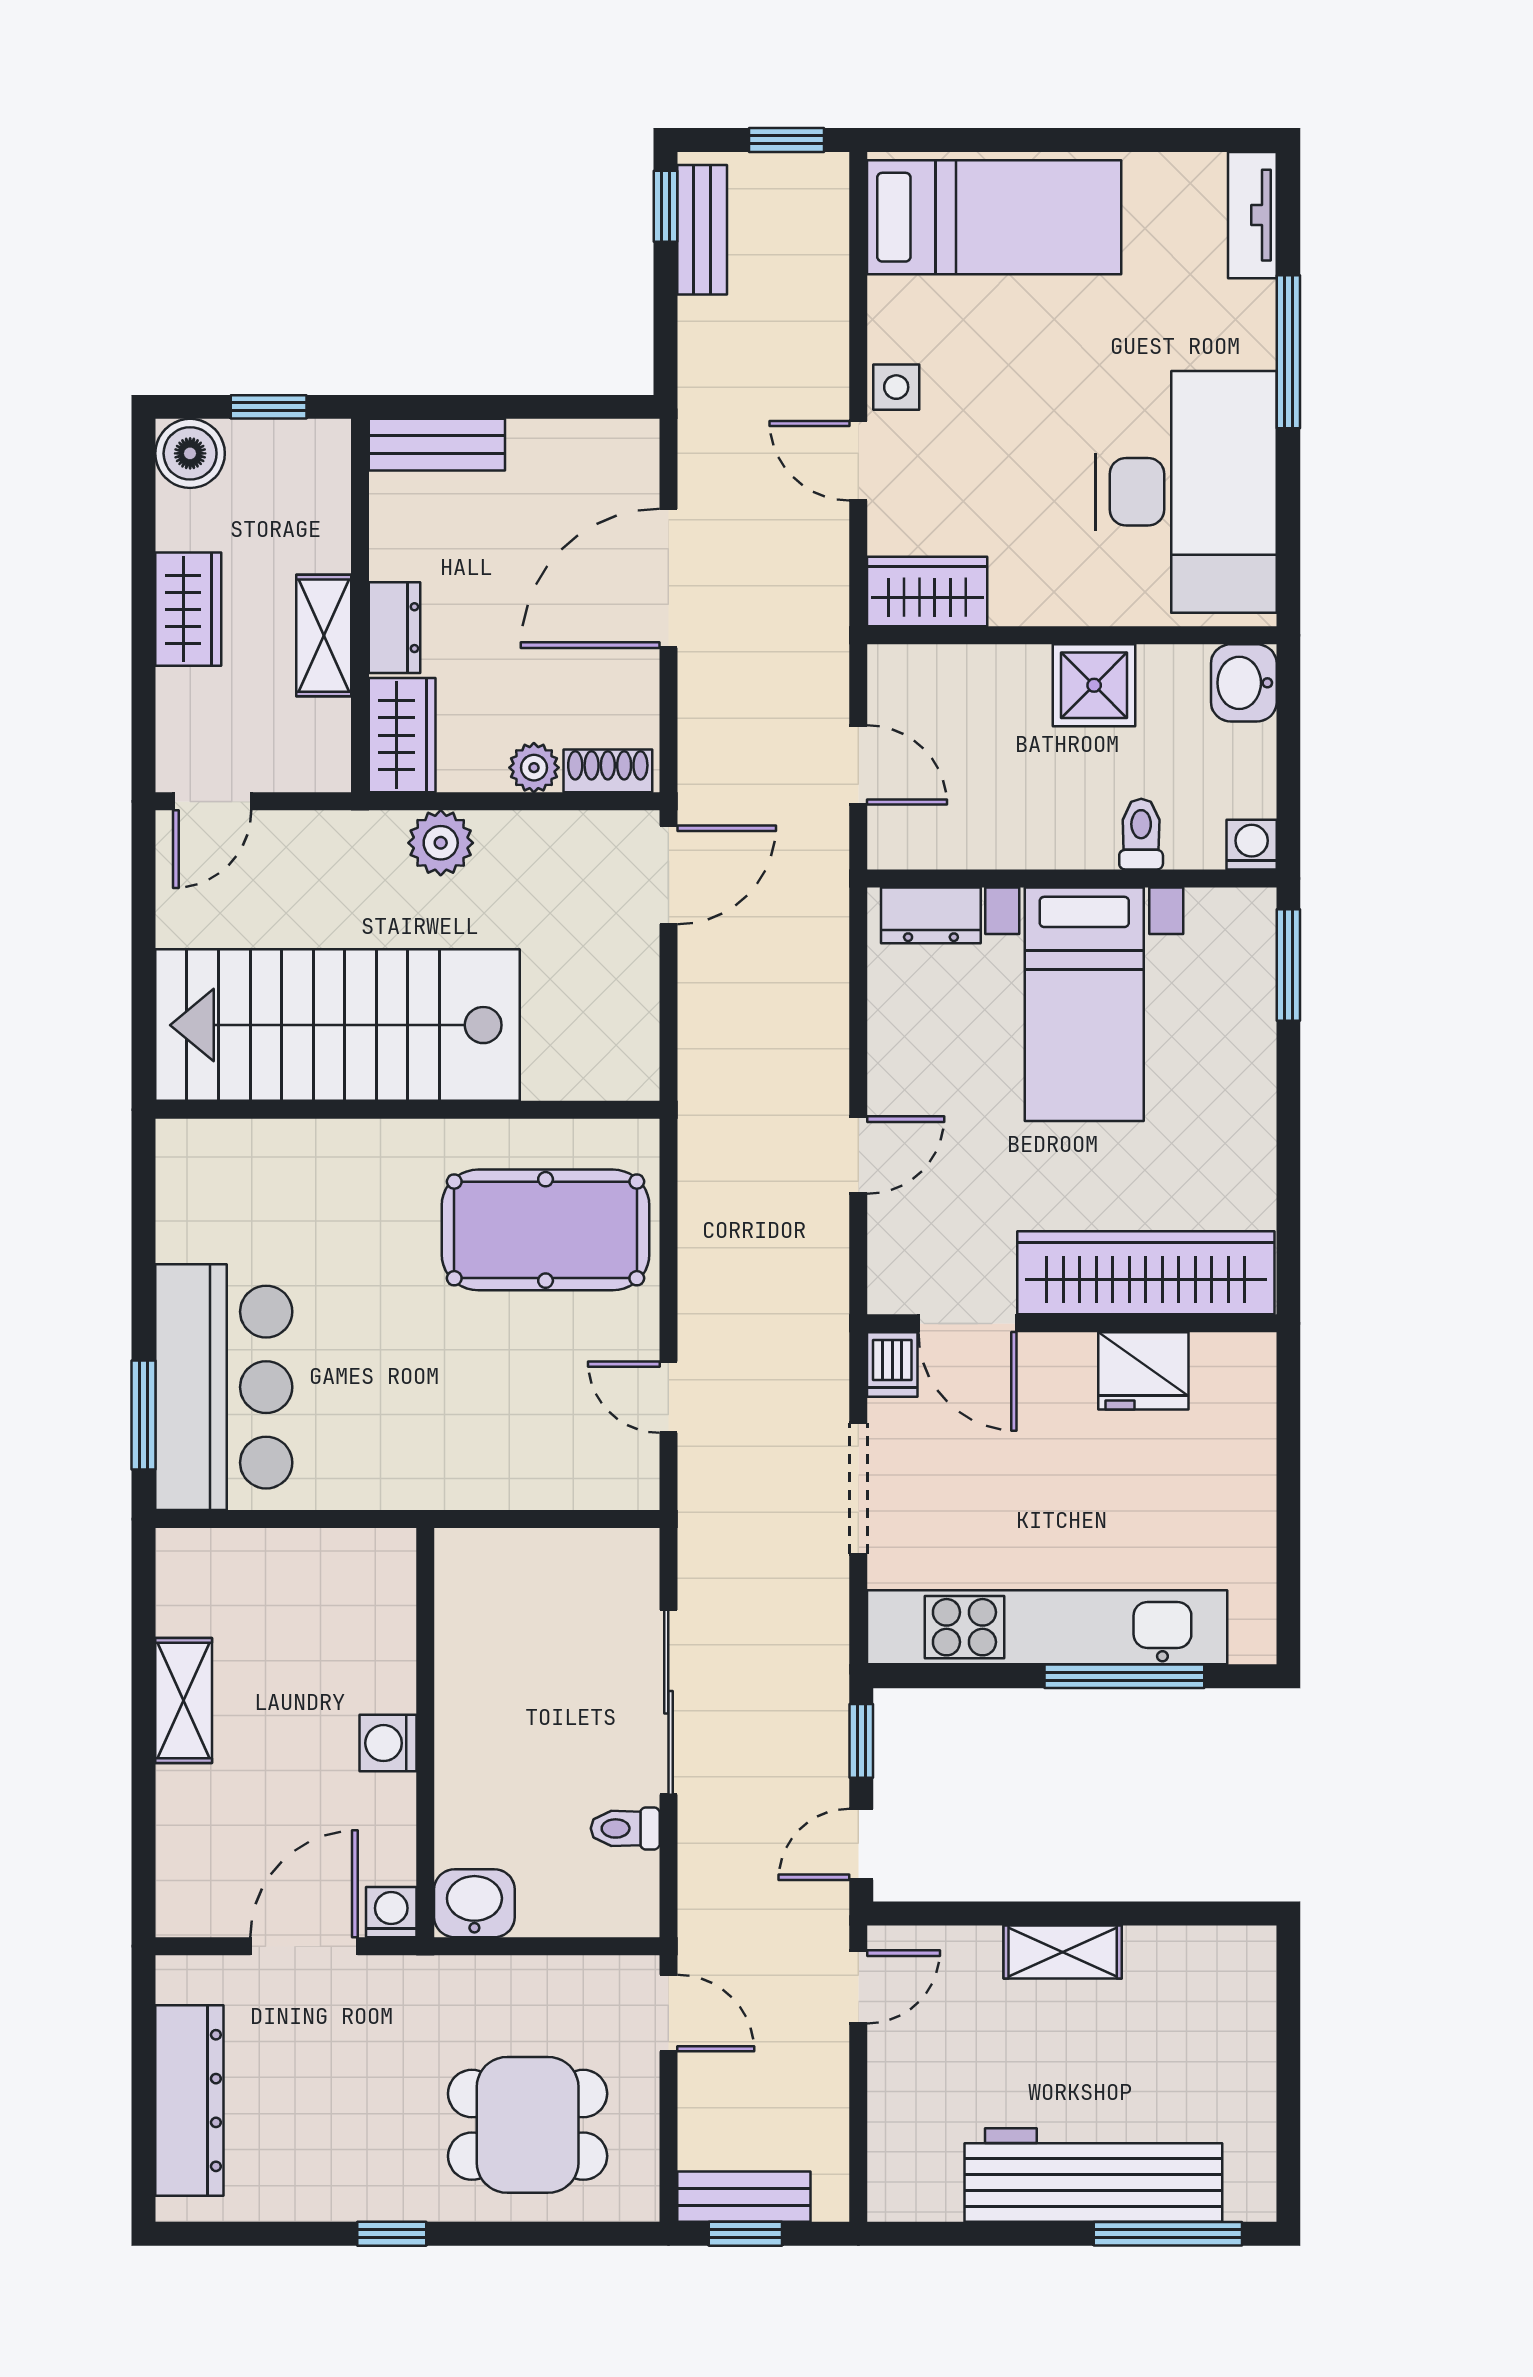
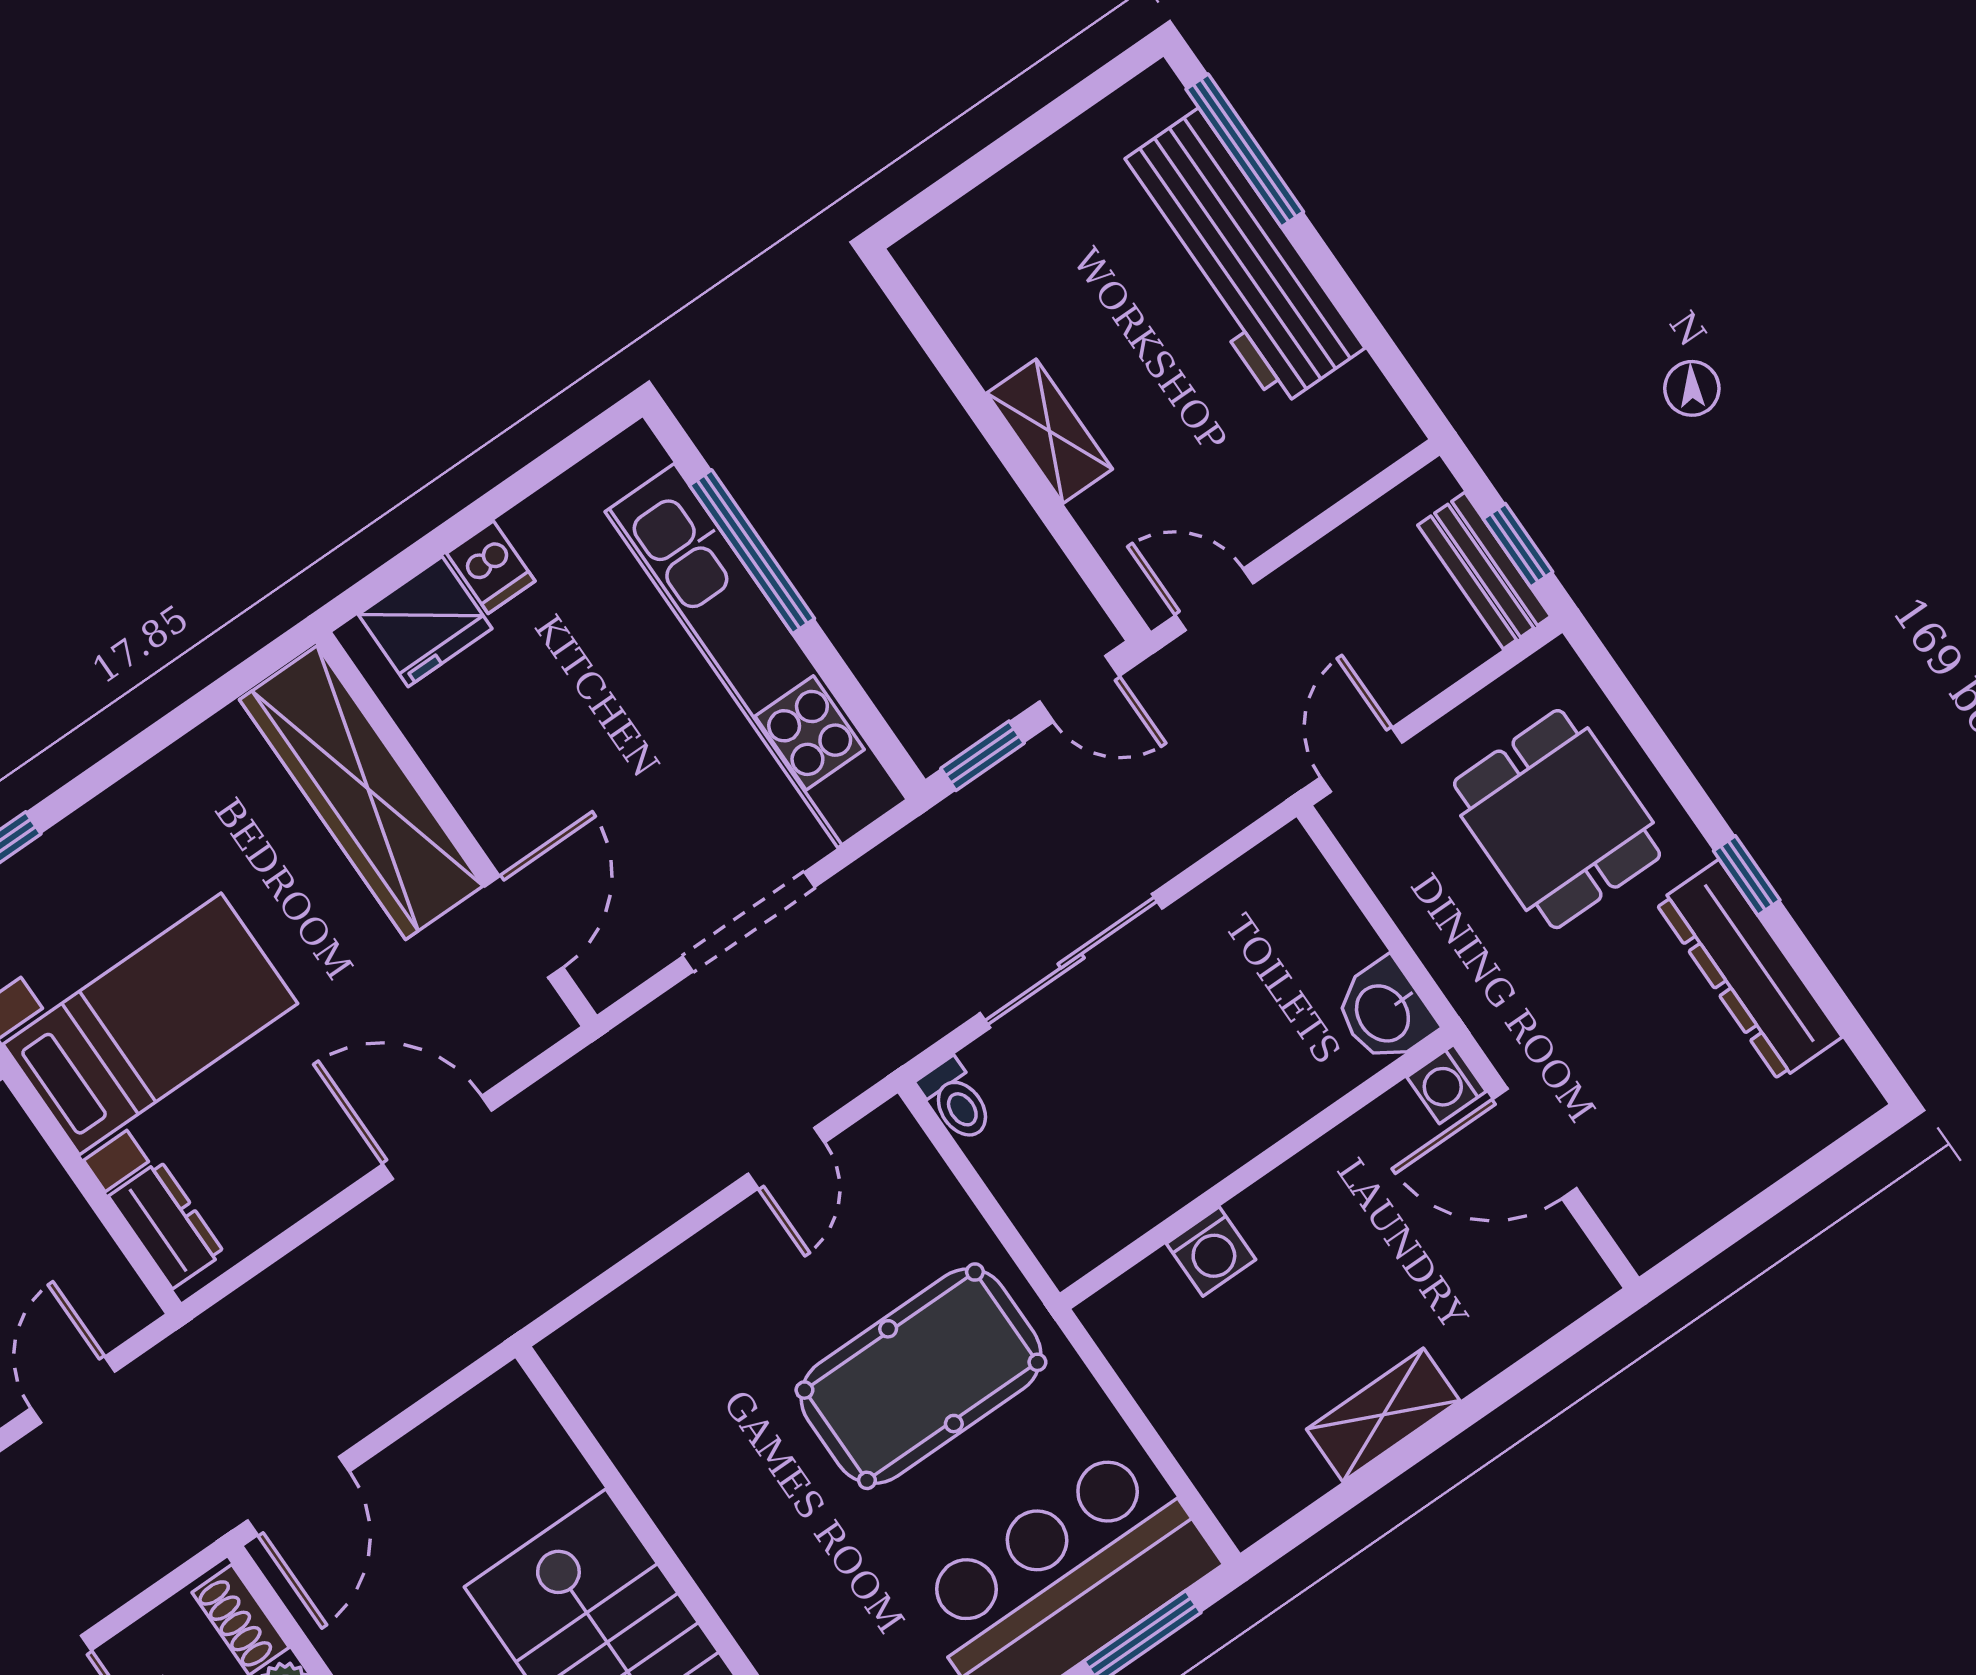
door: (668, 875) -> (298, 1496), swing flipped
door: (858, 1155) -> (437, 1137), width x1.38
pool table: (546, 1230) -> (921, 1376), moved, turned 90
dishwasher: (892, 1365) -> (491, 567), moved, turned 90
fridge: (1143, 1371) -> (425, 622), moved, turned 90
washing machine: (388, 1743) -> (1211, 1252), moved
toilet: (625, 1828) -> (956, 1100), moved
dresser: (189, 2101) -> (1749, 970), moved, turned -90

